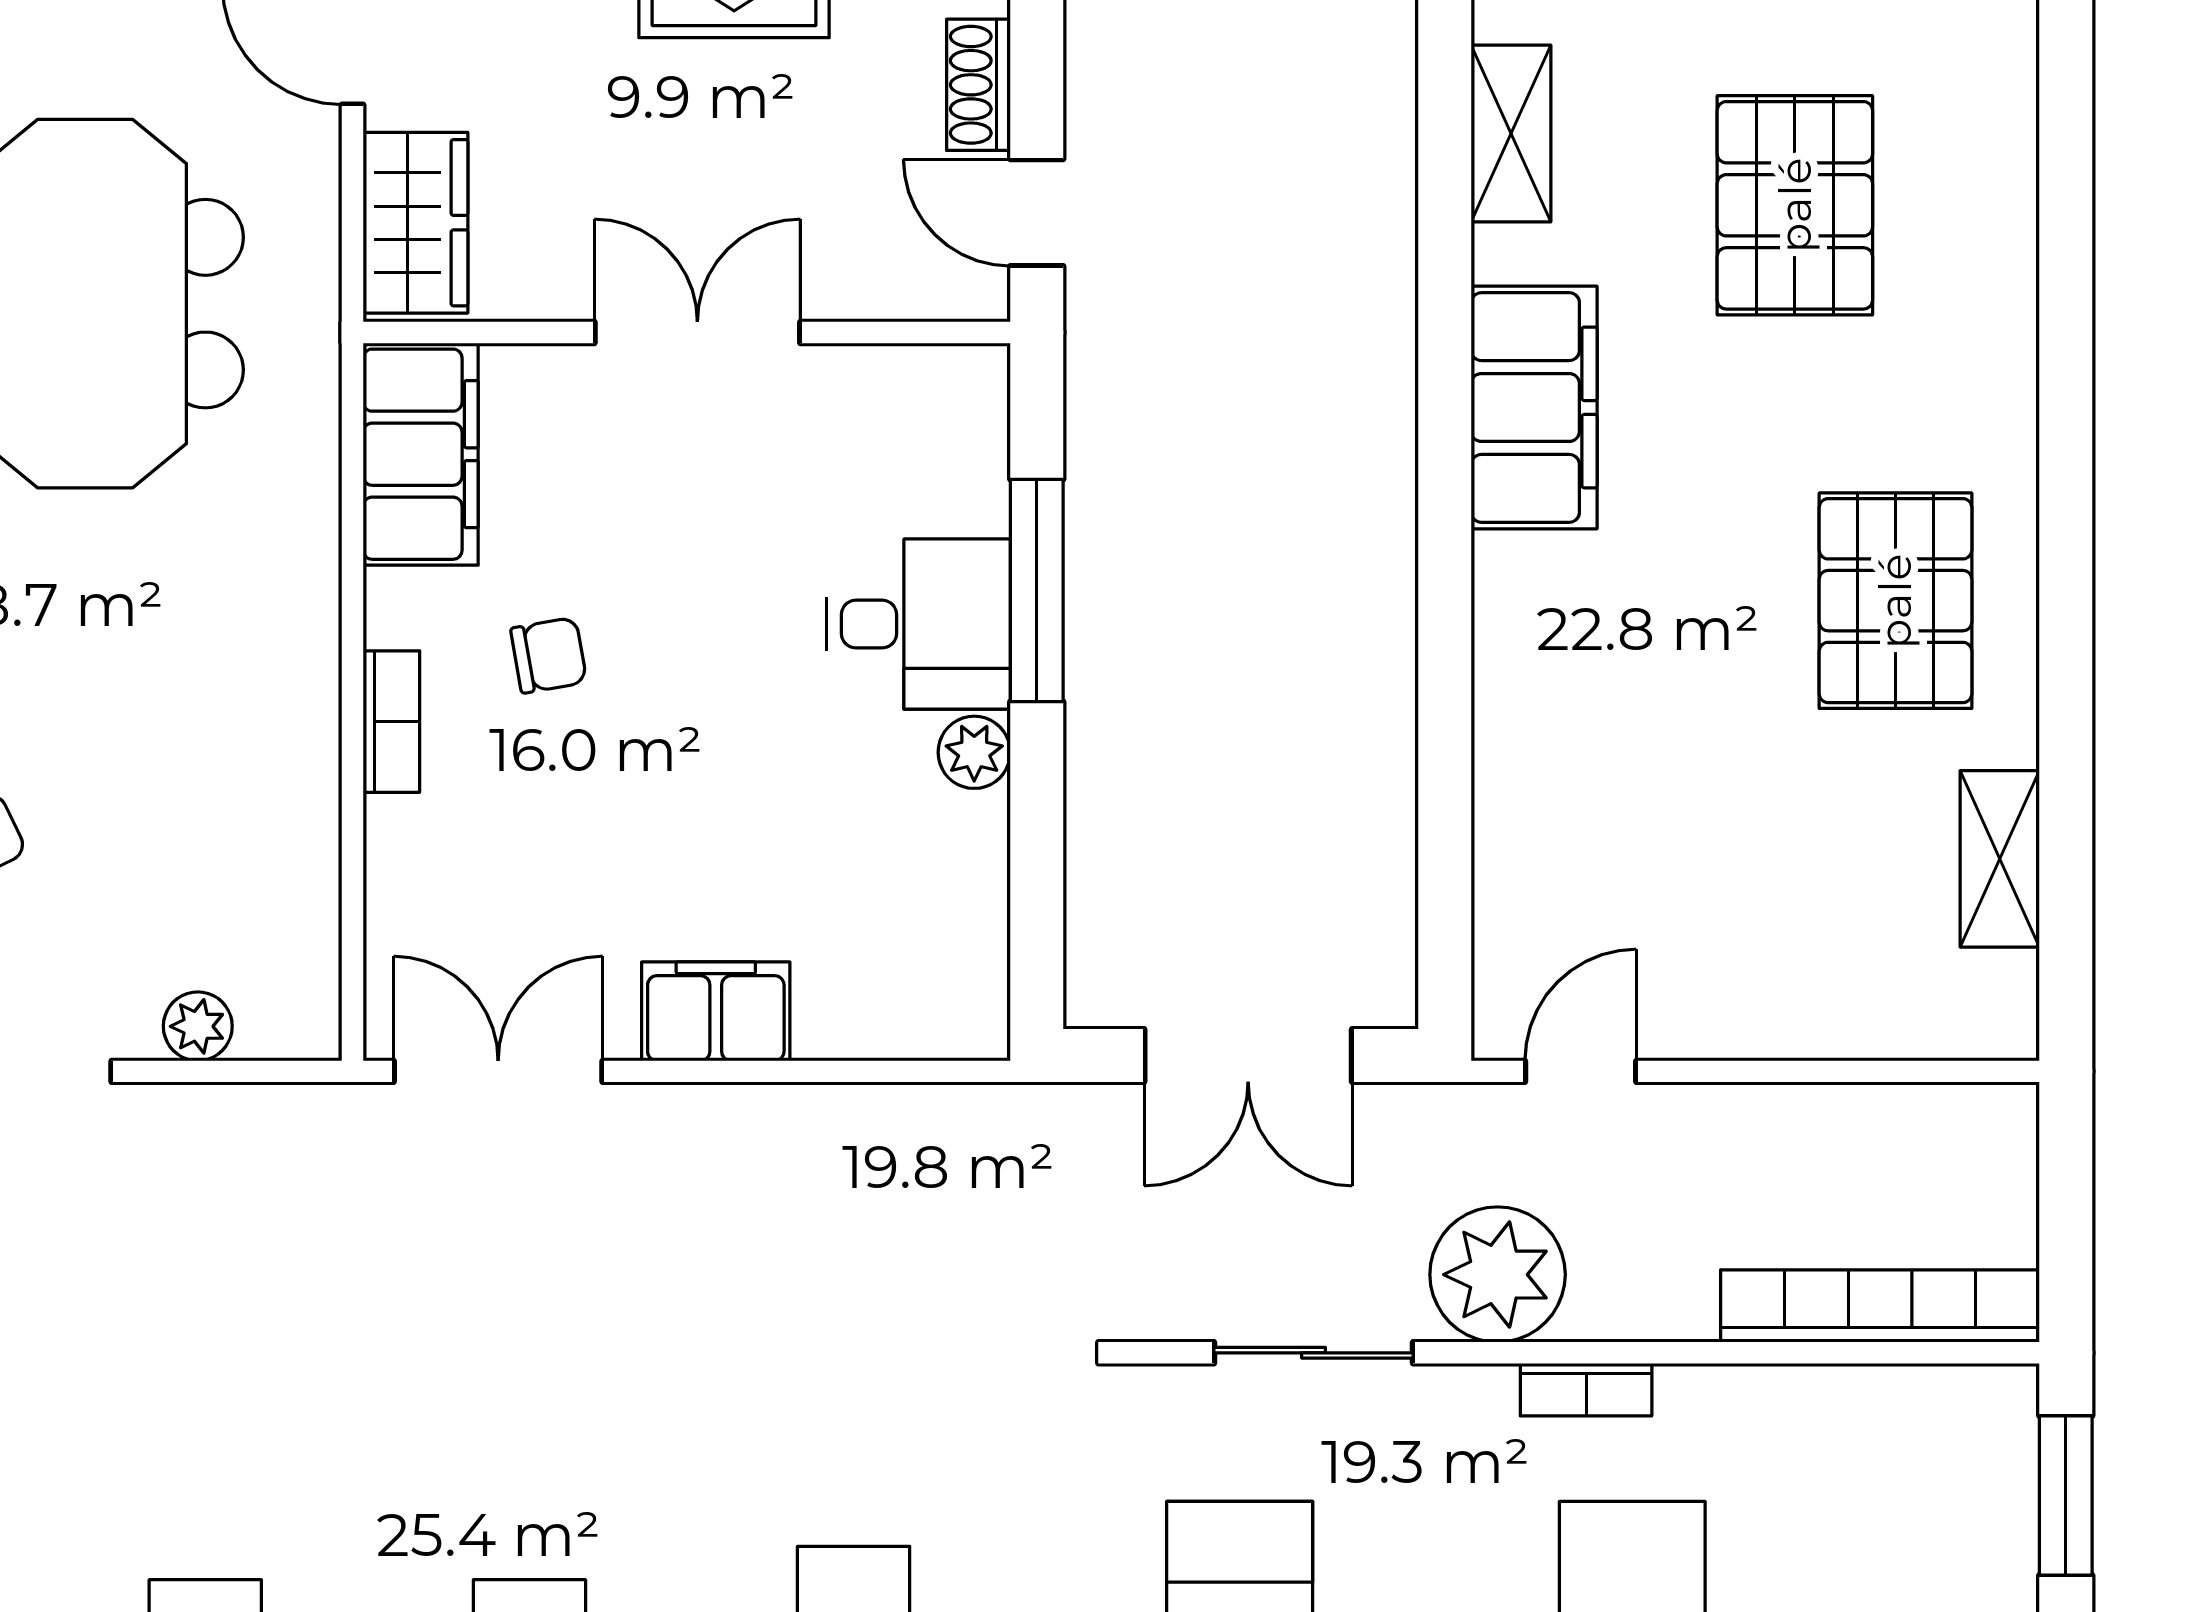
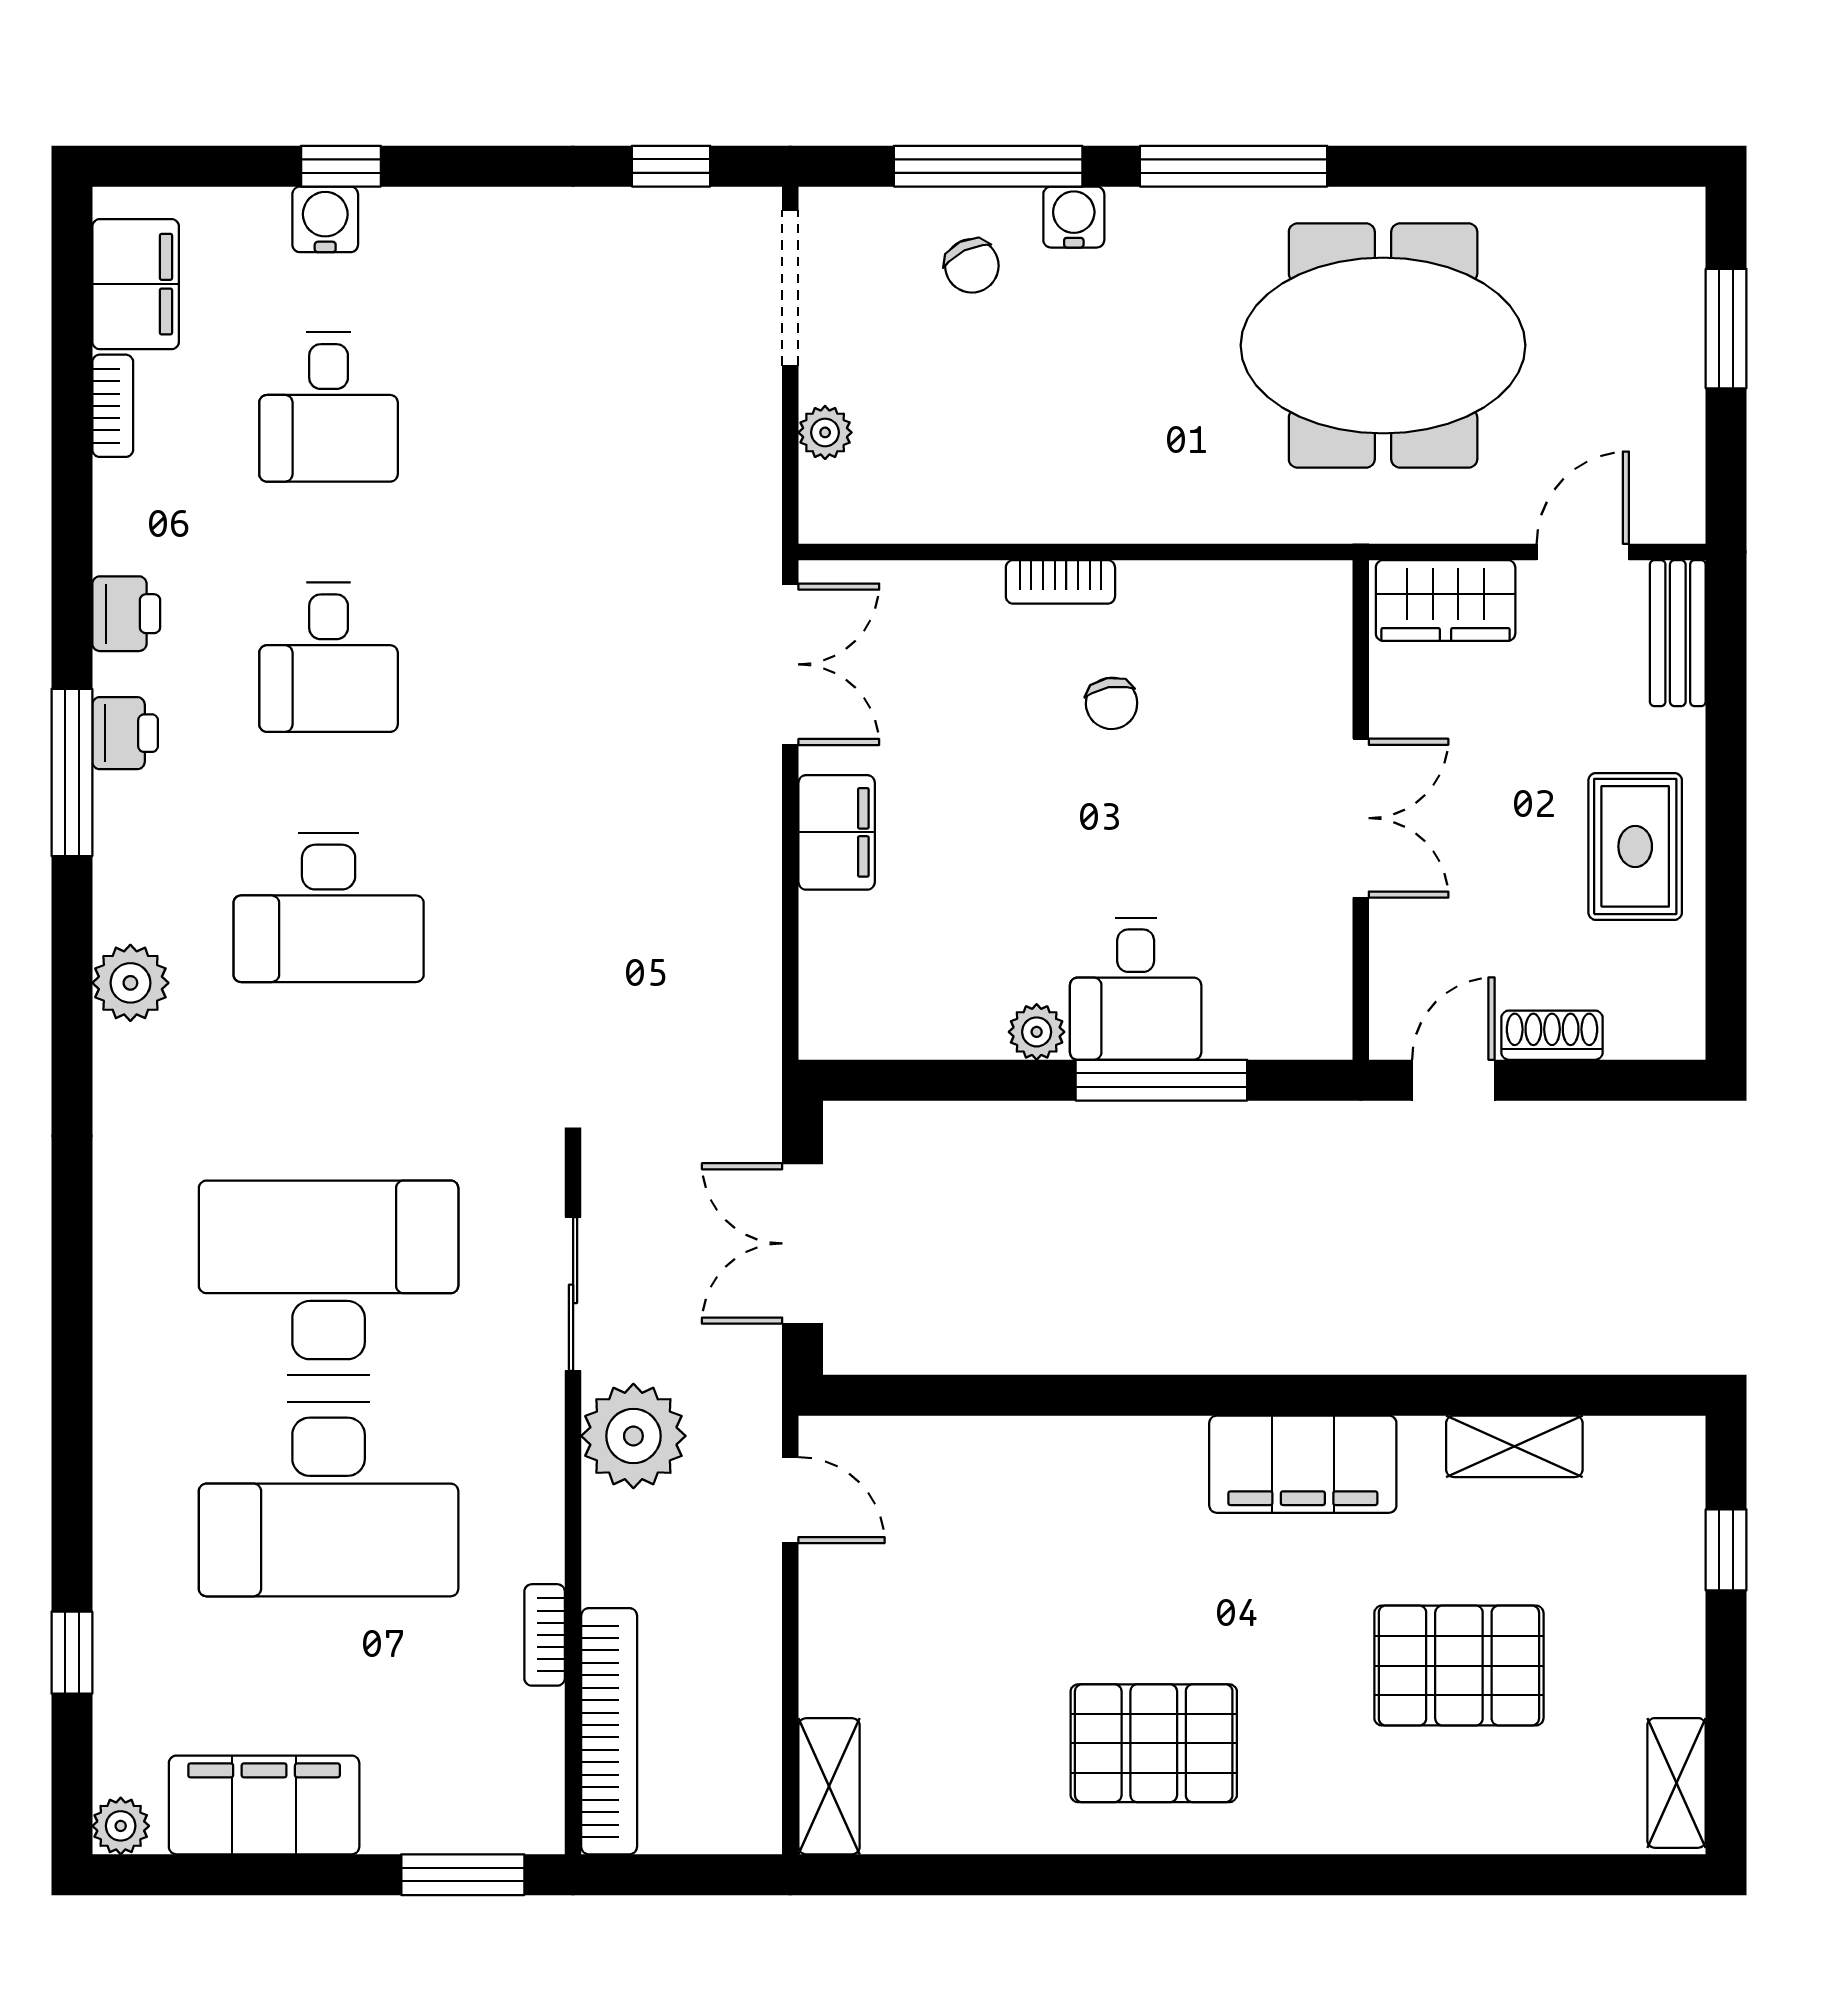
filing cabinet: (421, 454) -> (1267, 605), removed
shelving: (2000, 859) -> (829, 1786), moved, turned 90
bookcase: (1586, 1390) -> (545, 1635), moved

